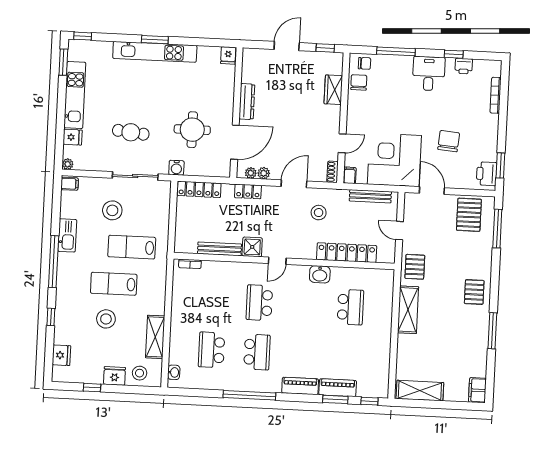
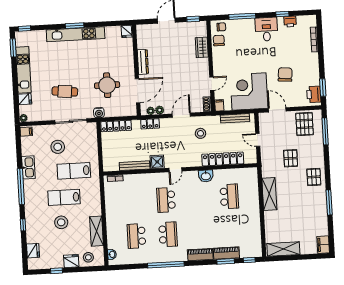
pallet: (415, 267) -> (291, 158), moved

